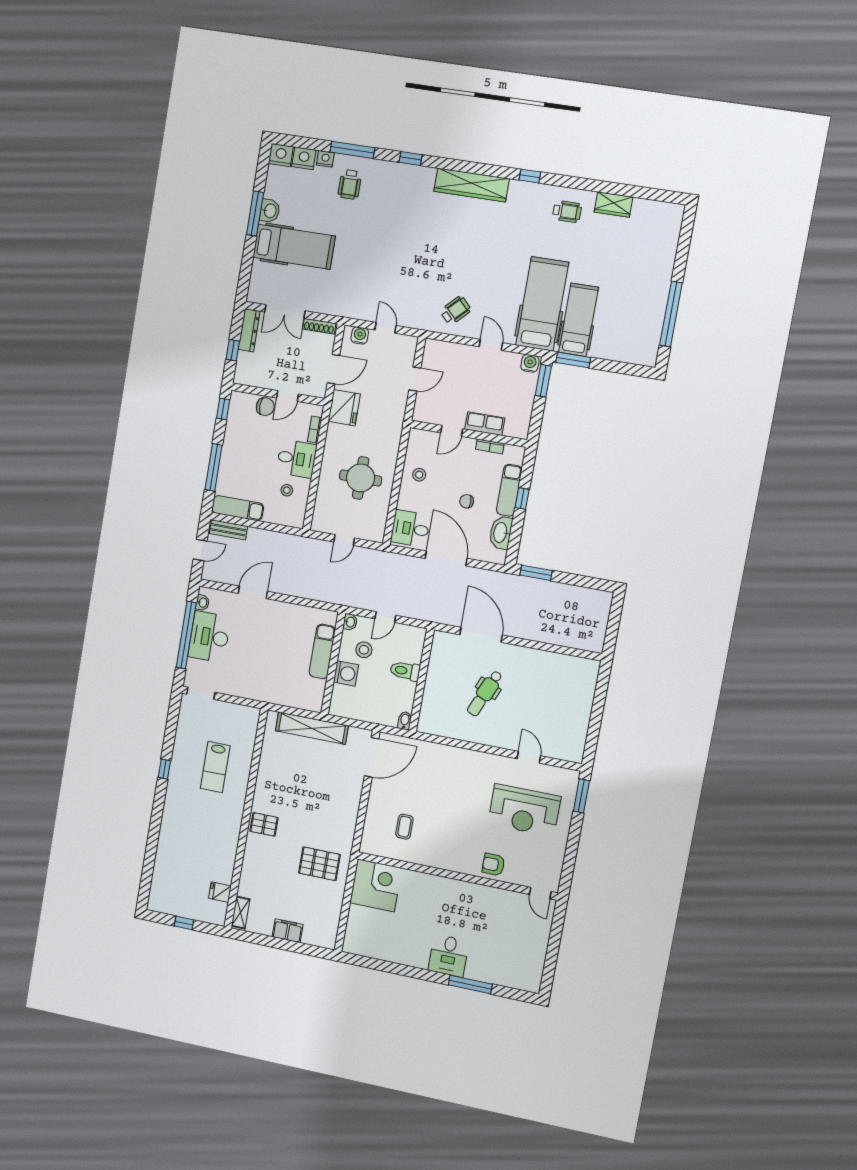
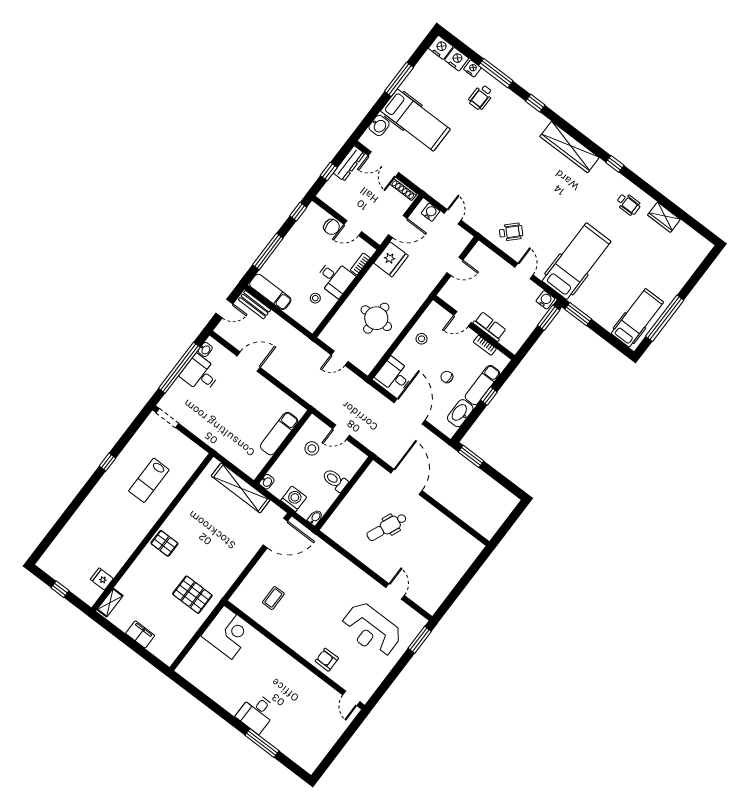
washbasin: (270, 211) -> (379, 126), moved
hospital bed: (579, 320) -> (637, 318), moved
washbasin: (350, 622) -> (267, 482), moved
desk: (209, 637) -> (200, 374), width x0.73
washing machine: (346, 673) -> (294, 499), moved, turned -90

